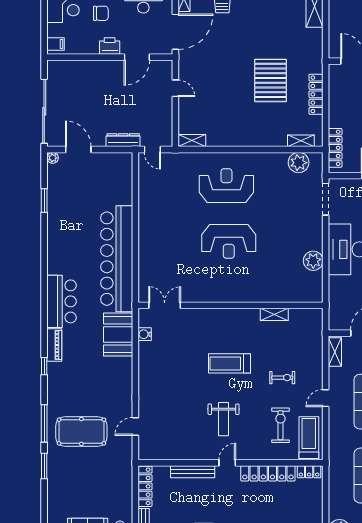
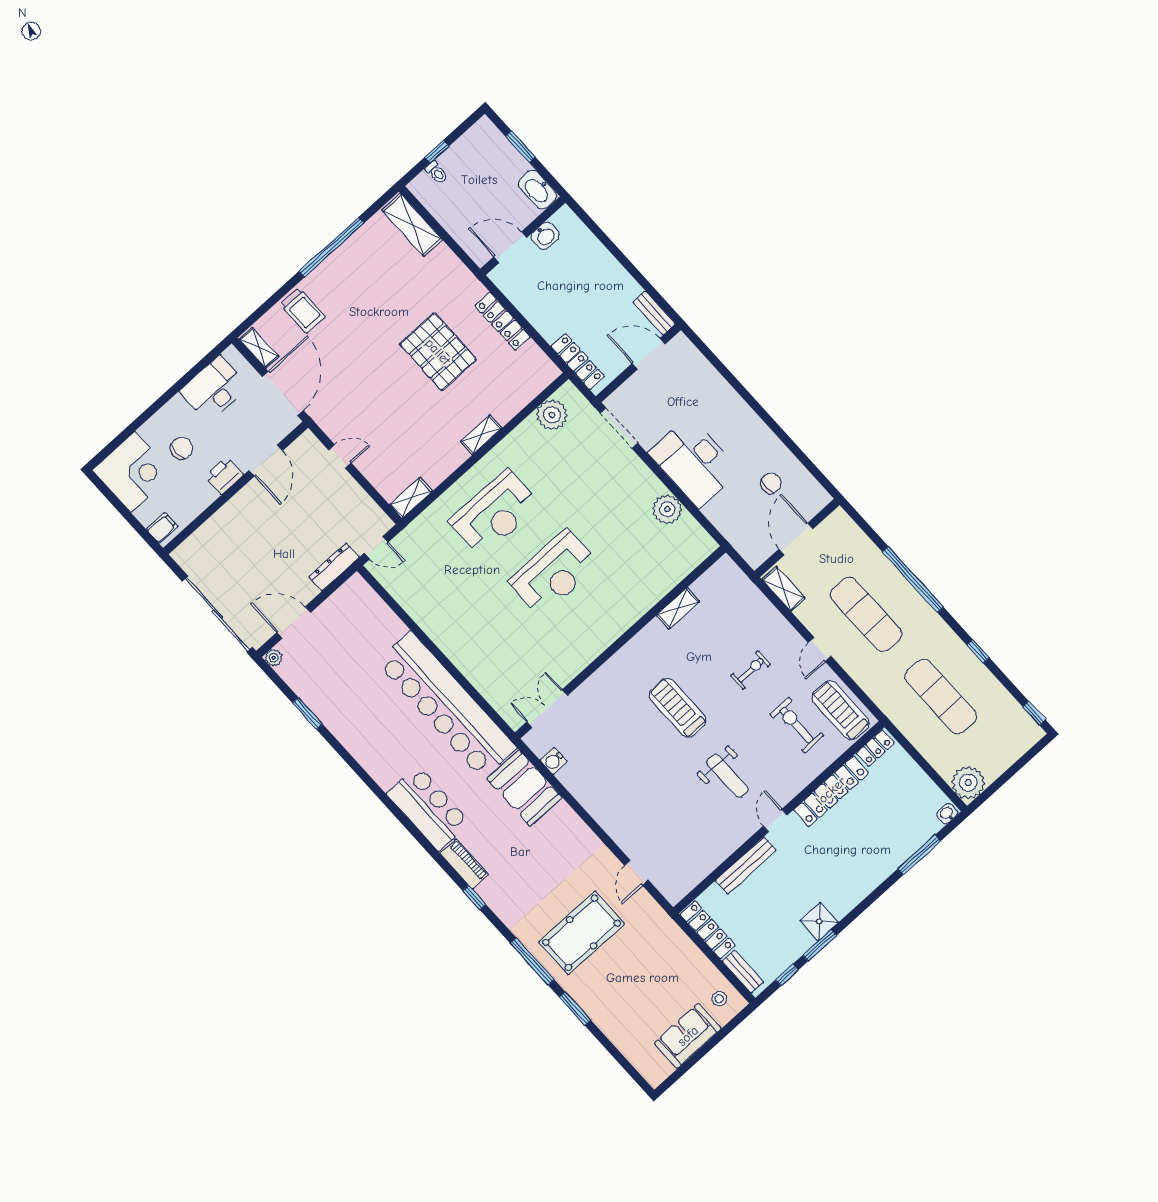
shelving: (301, 141) -> (481, 435), moved
reception desk: (226, 186) -> (495, 513), turned 180
treadmill: (230, 363) -> (678, 708), turned 90

